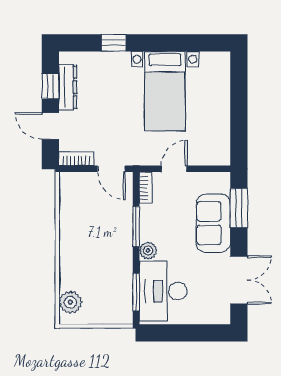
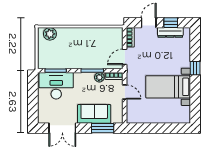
window: (114, 43) -> (195, 68), moved
plant: (148, 250) -> (99, 77), moved

